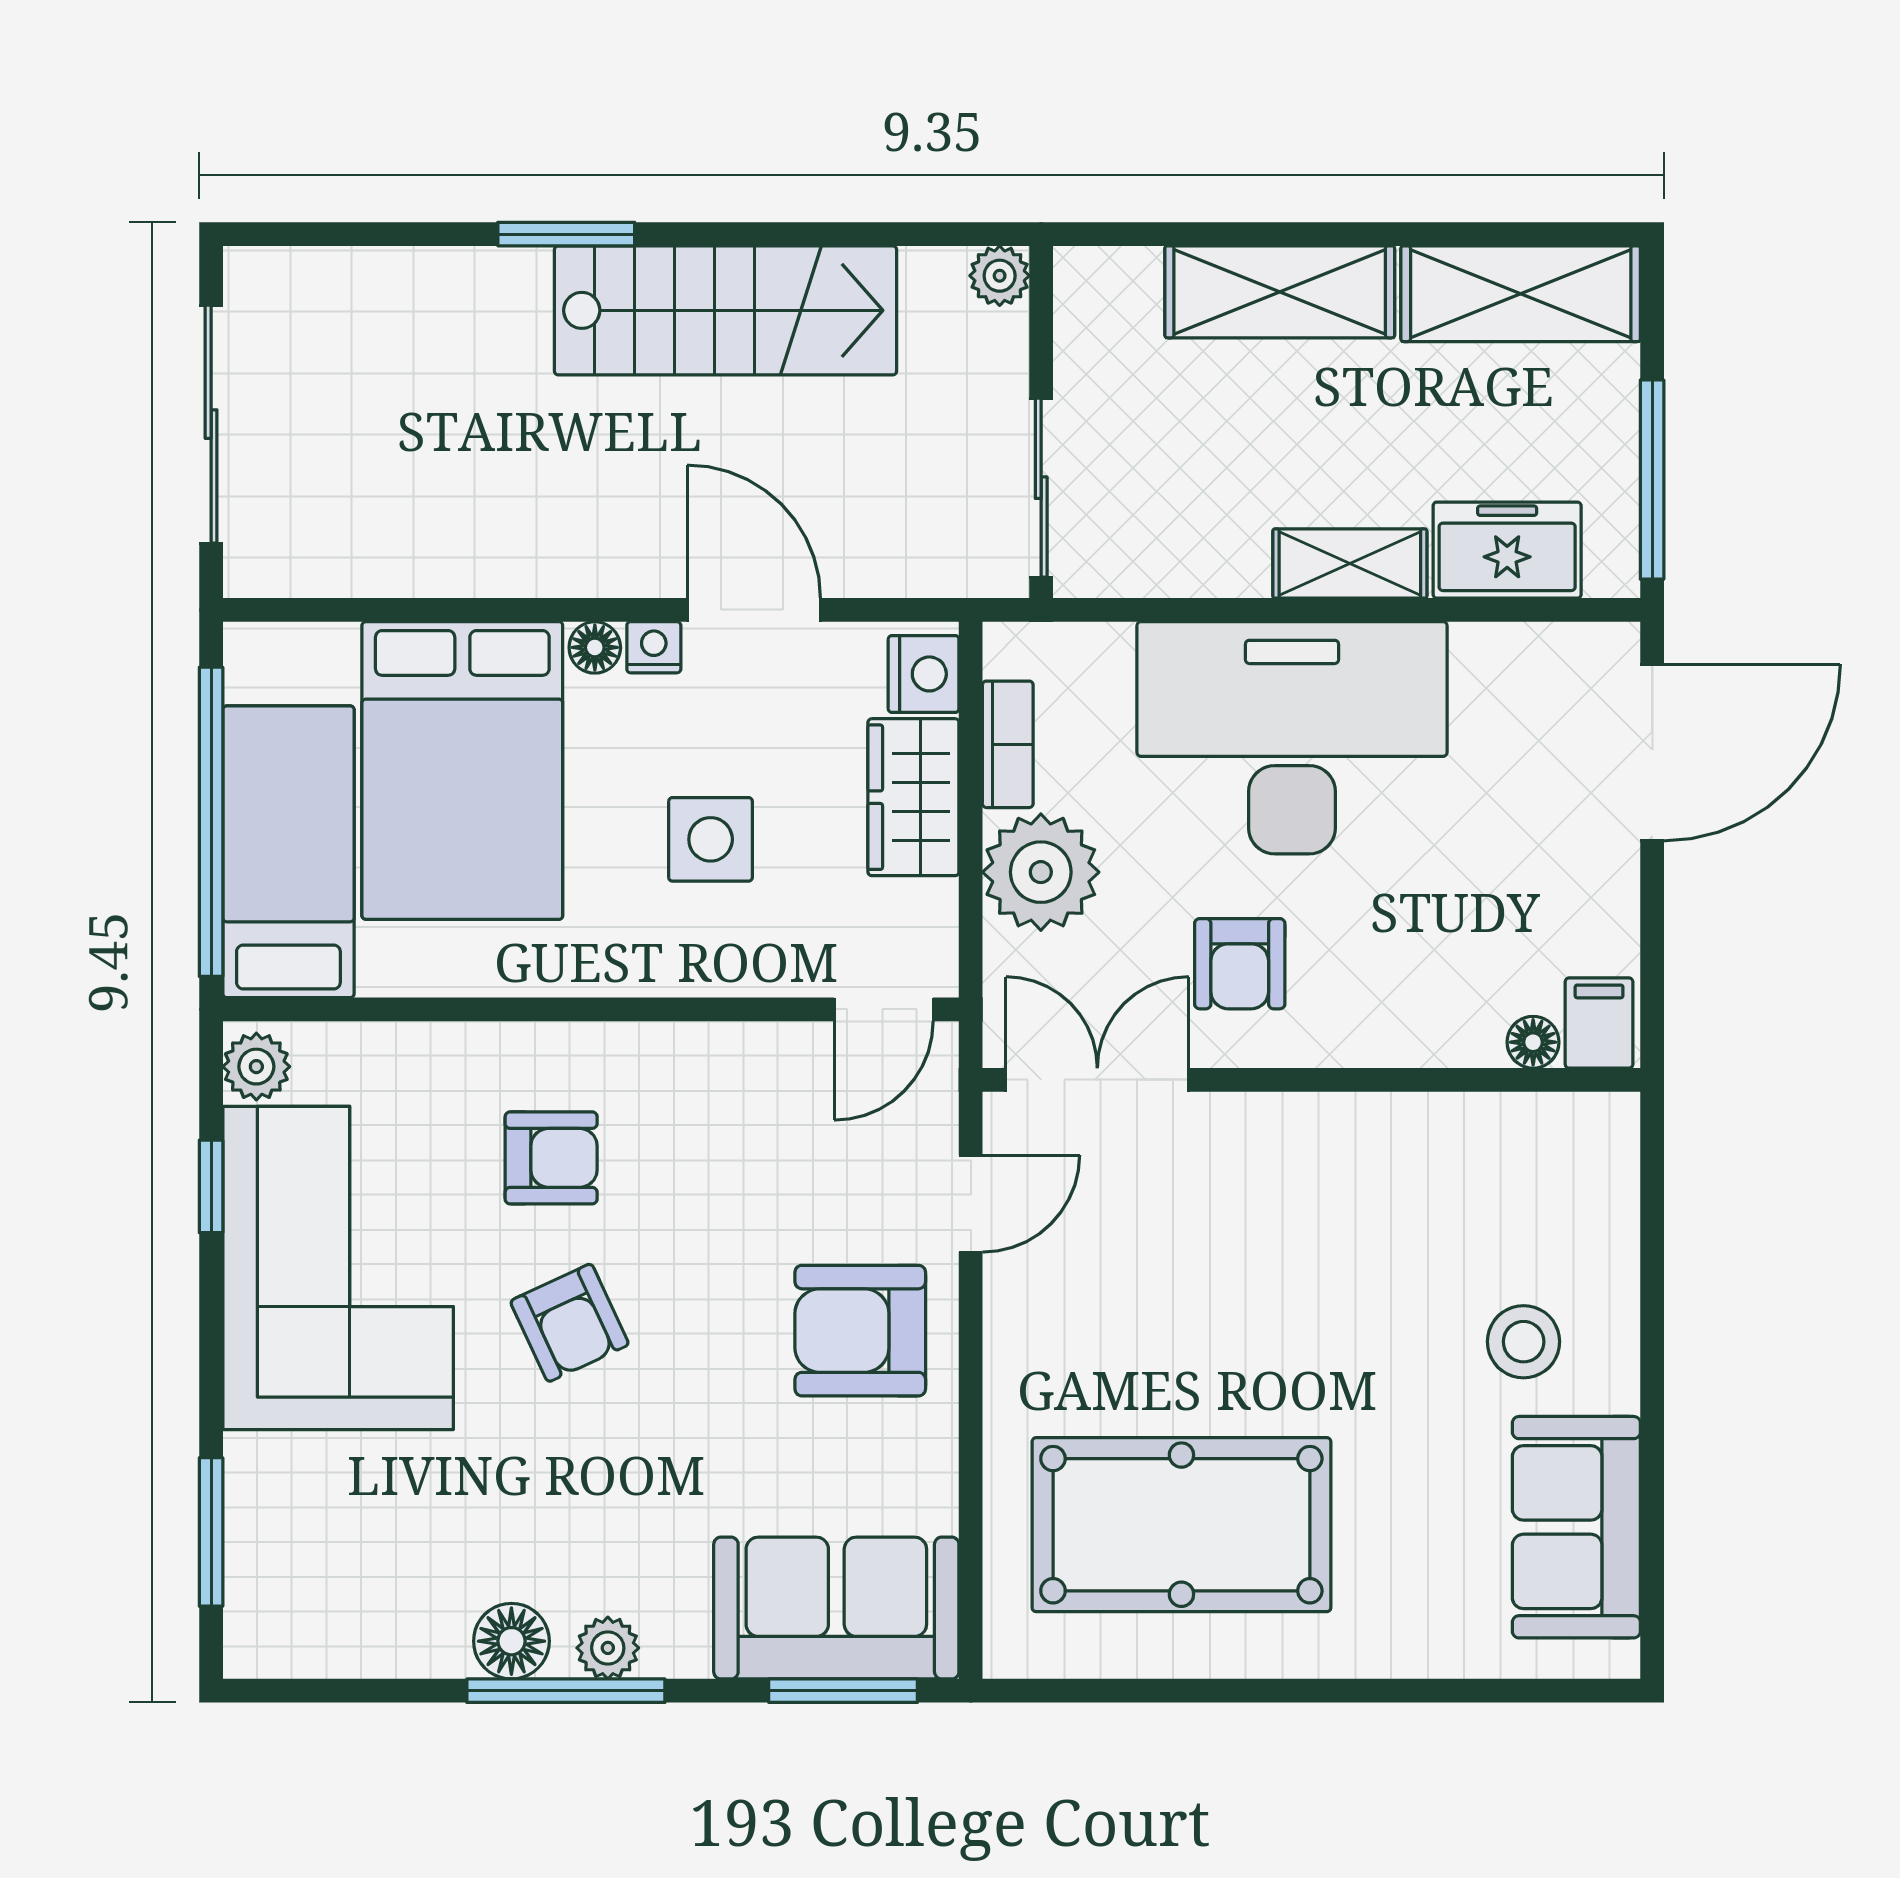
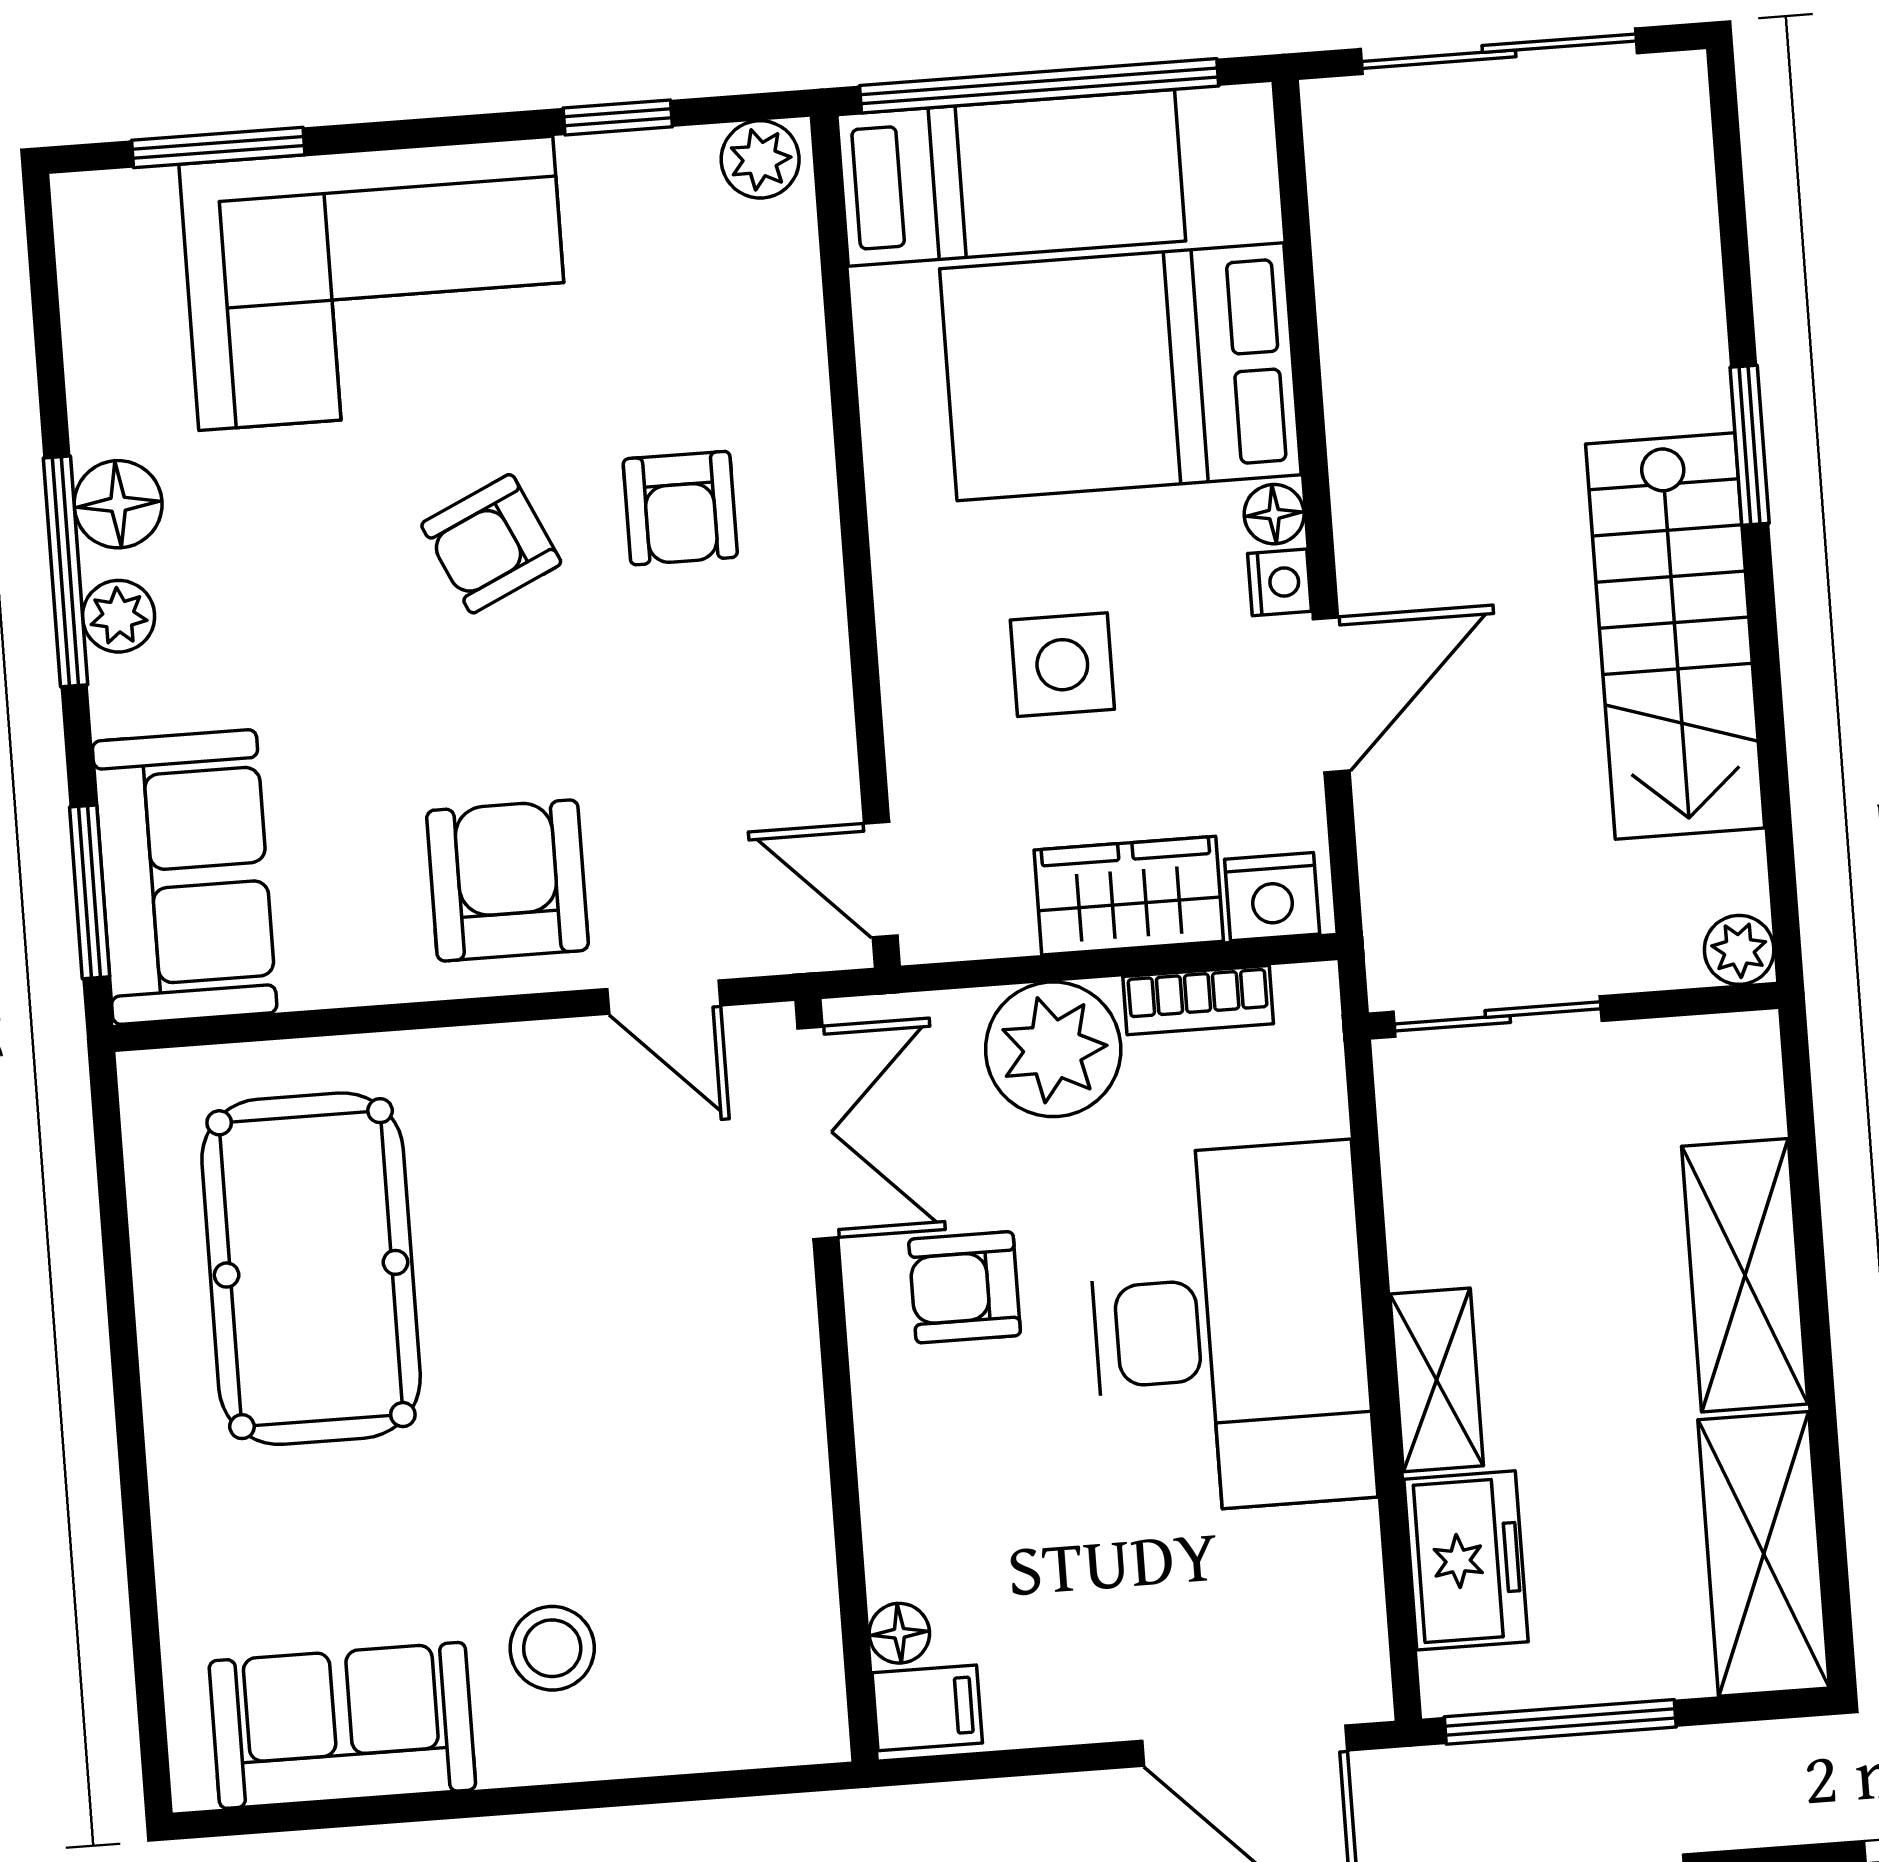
corner sofa: (338, 1268) -> (376, 283), moved

